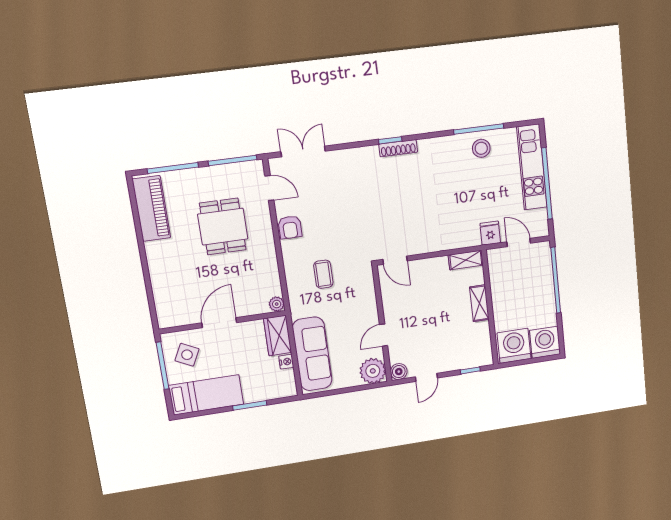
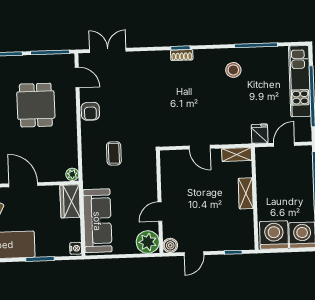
shoe rack: (398, 148) -> (182, 55), width x0.70
stool: (481, 148) -> (233, 70), moved
door: (519, 242) -> (284, 144), hinge flipped
door: (395, 260) -> (200, 147), moved
door: (219, 323) -> (23, 185), hinge flipped
nightstand: (286, 362) -> (76, 248), moved

